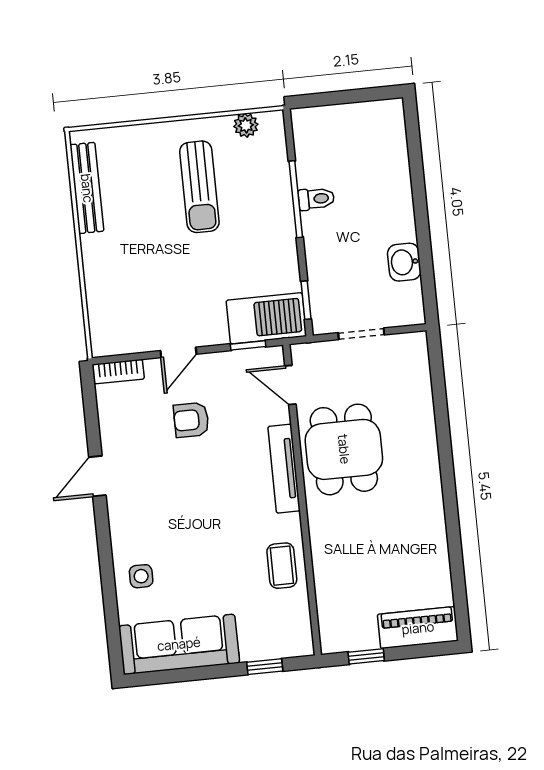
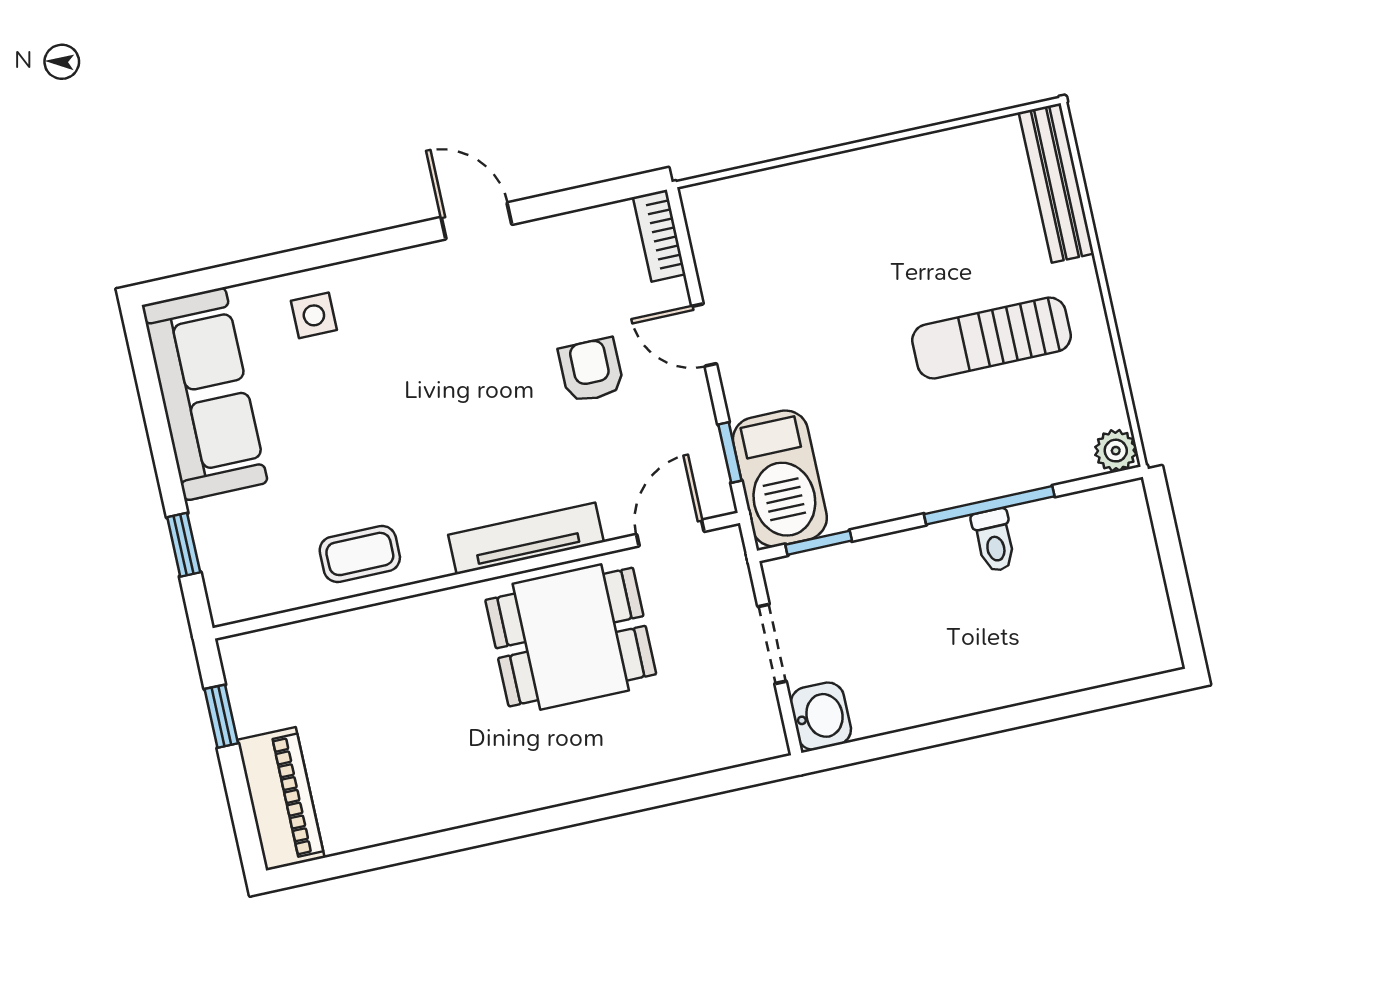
plant: (246, 125) -> (1116, 451), moved
bench: (87, 188) -> (1056, 183), moved, turned 90
washbasin: (404, 262) -> (821, 716), moved, turned 90

